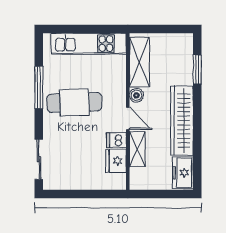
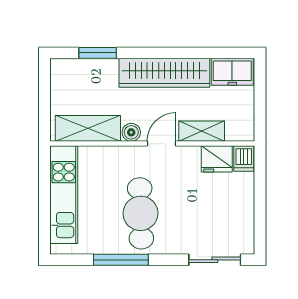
dishwasher: (116, 140) -> (244, 158), moved

